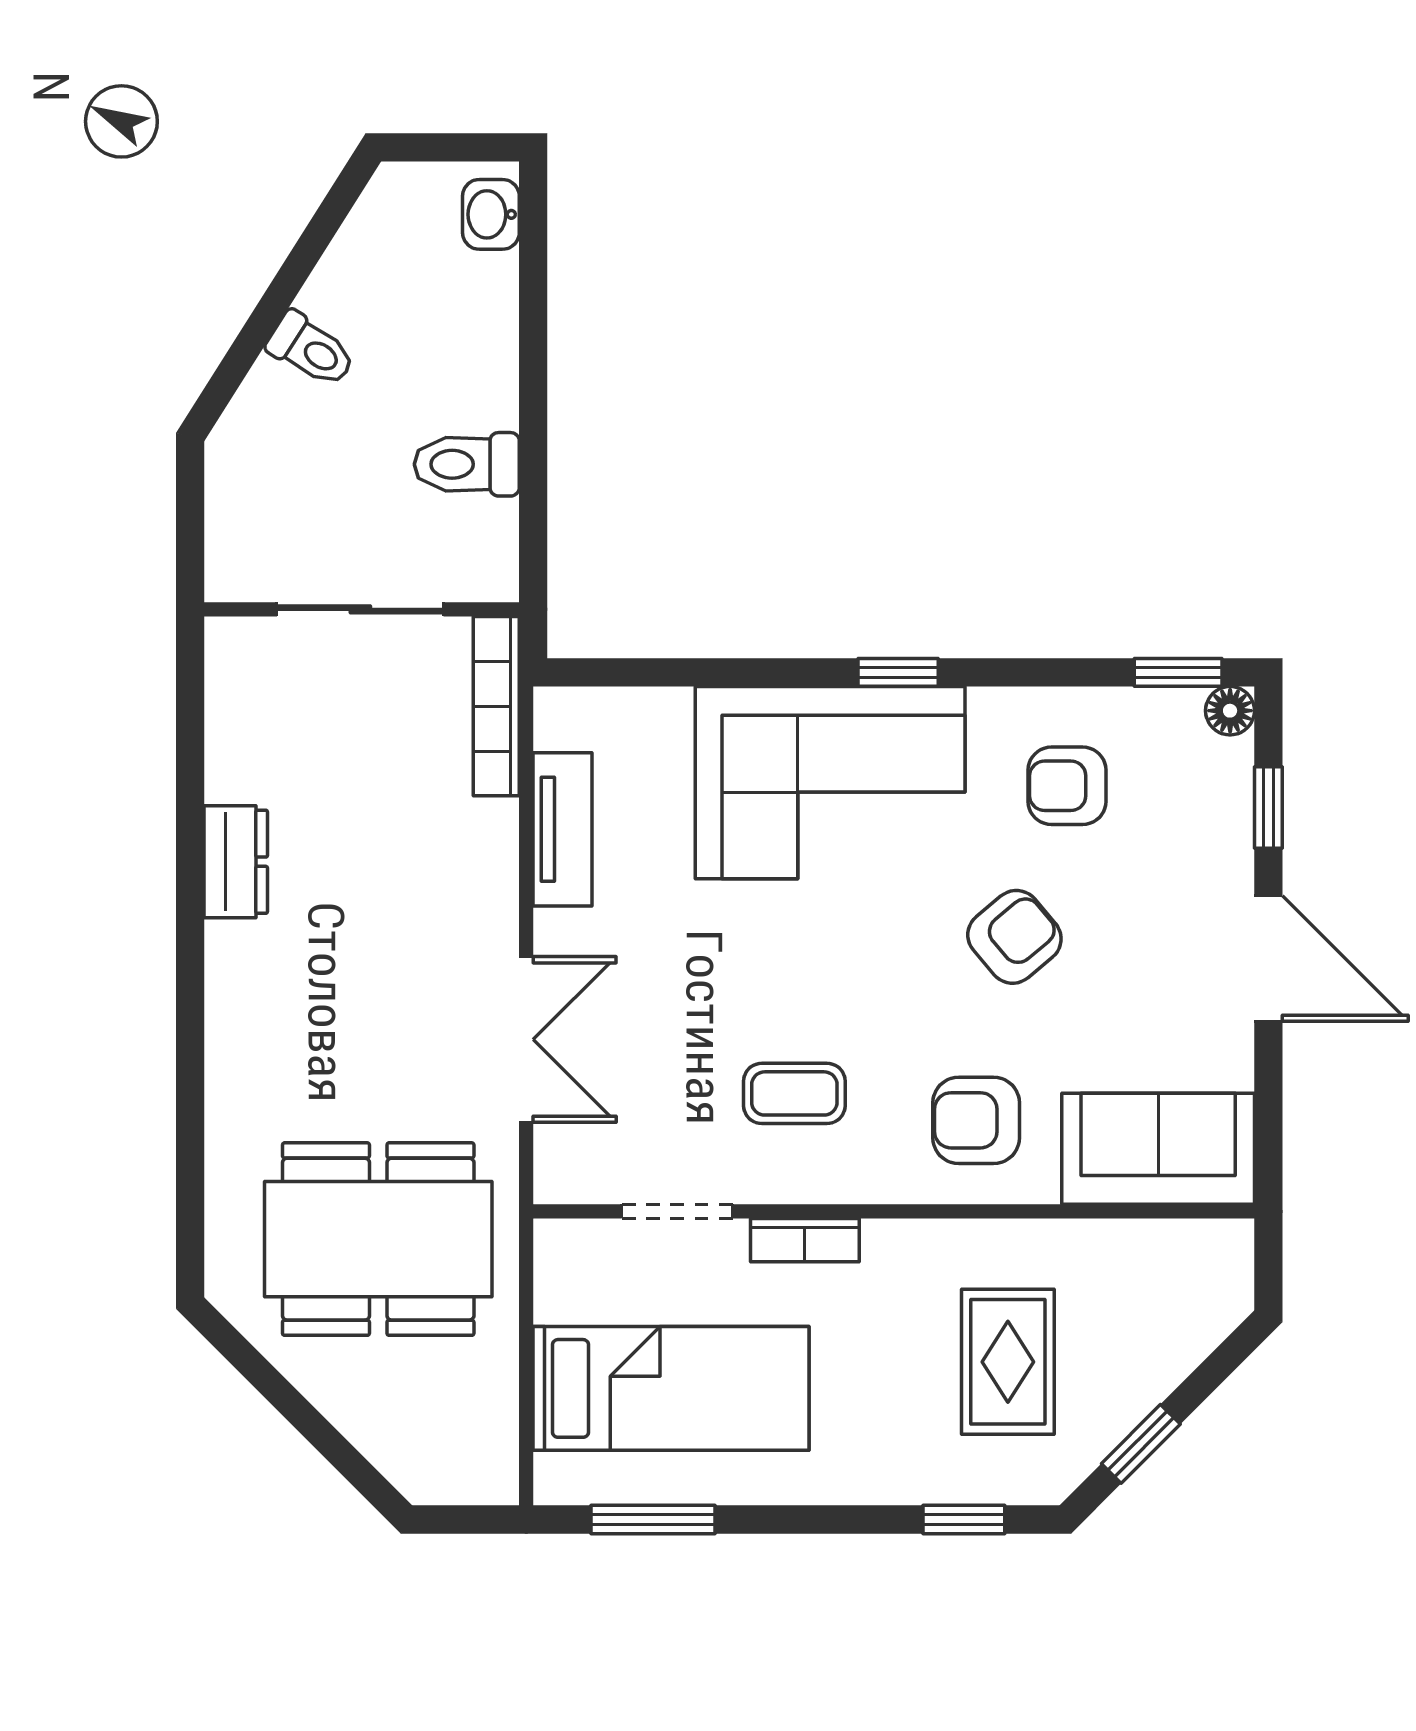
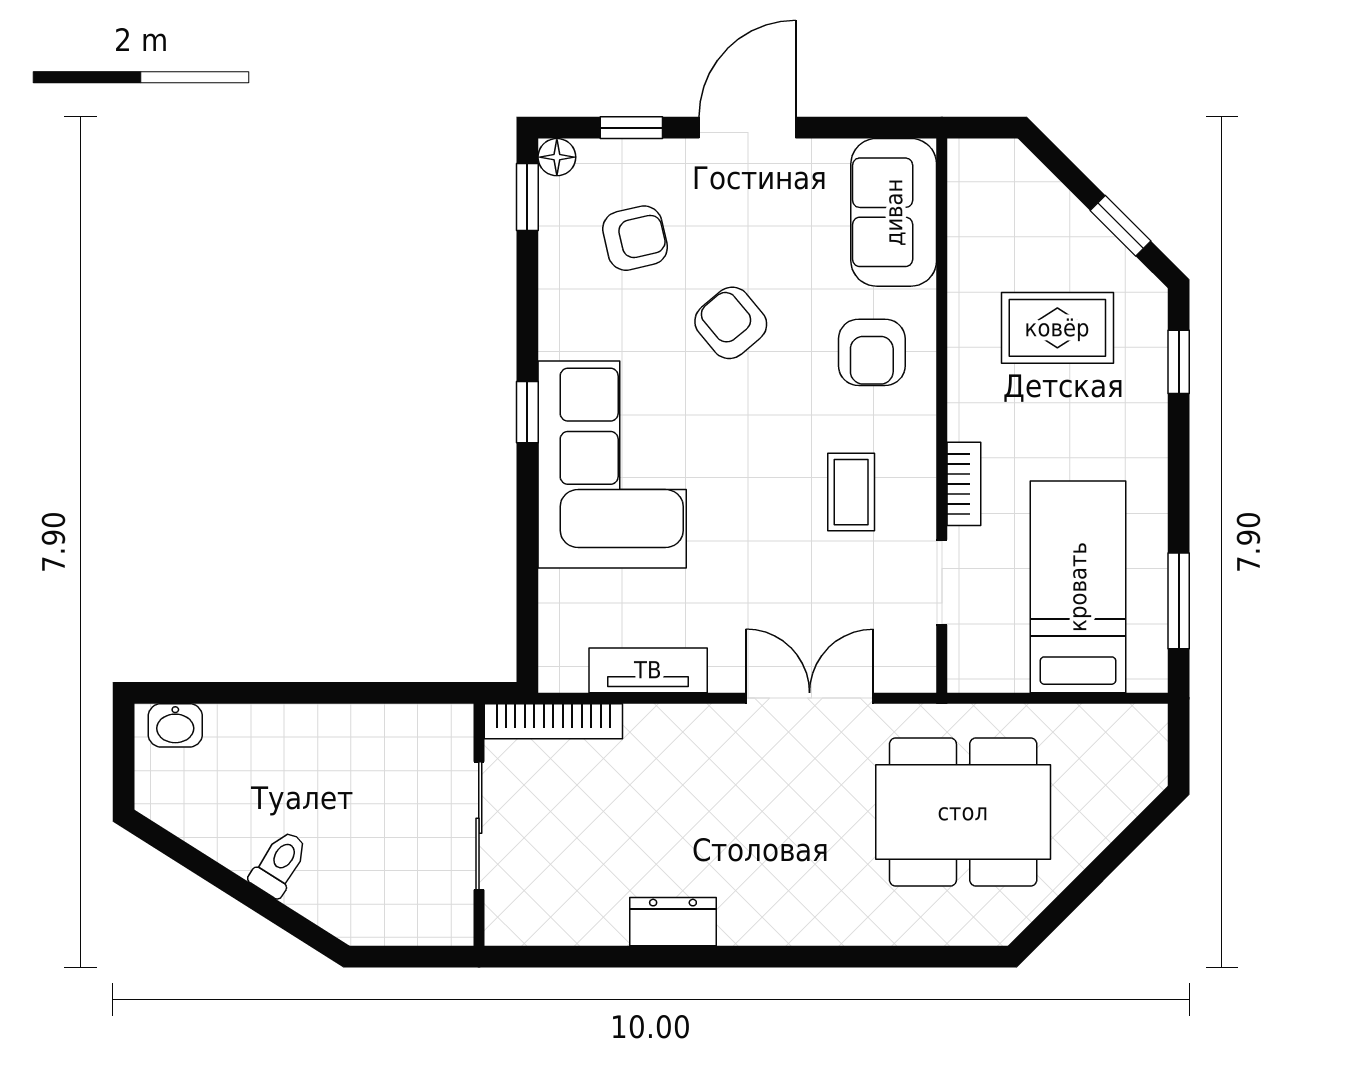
toilet: (467, 464) -> (367, 744), removed
armchair: (1067, 786) -> (635, 238), moved, turned -103
dining table: (378, 1239) -> (963, 812), turned 90

